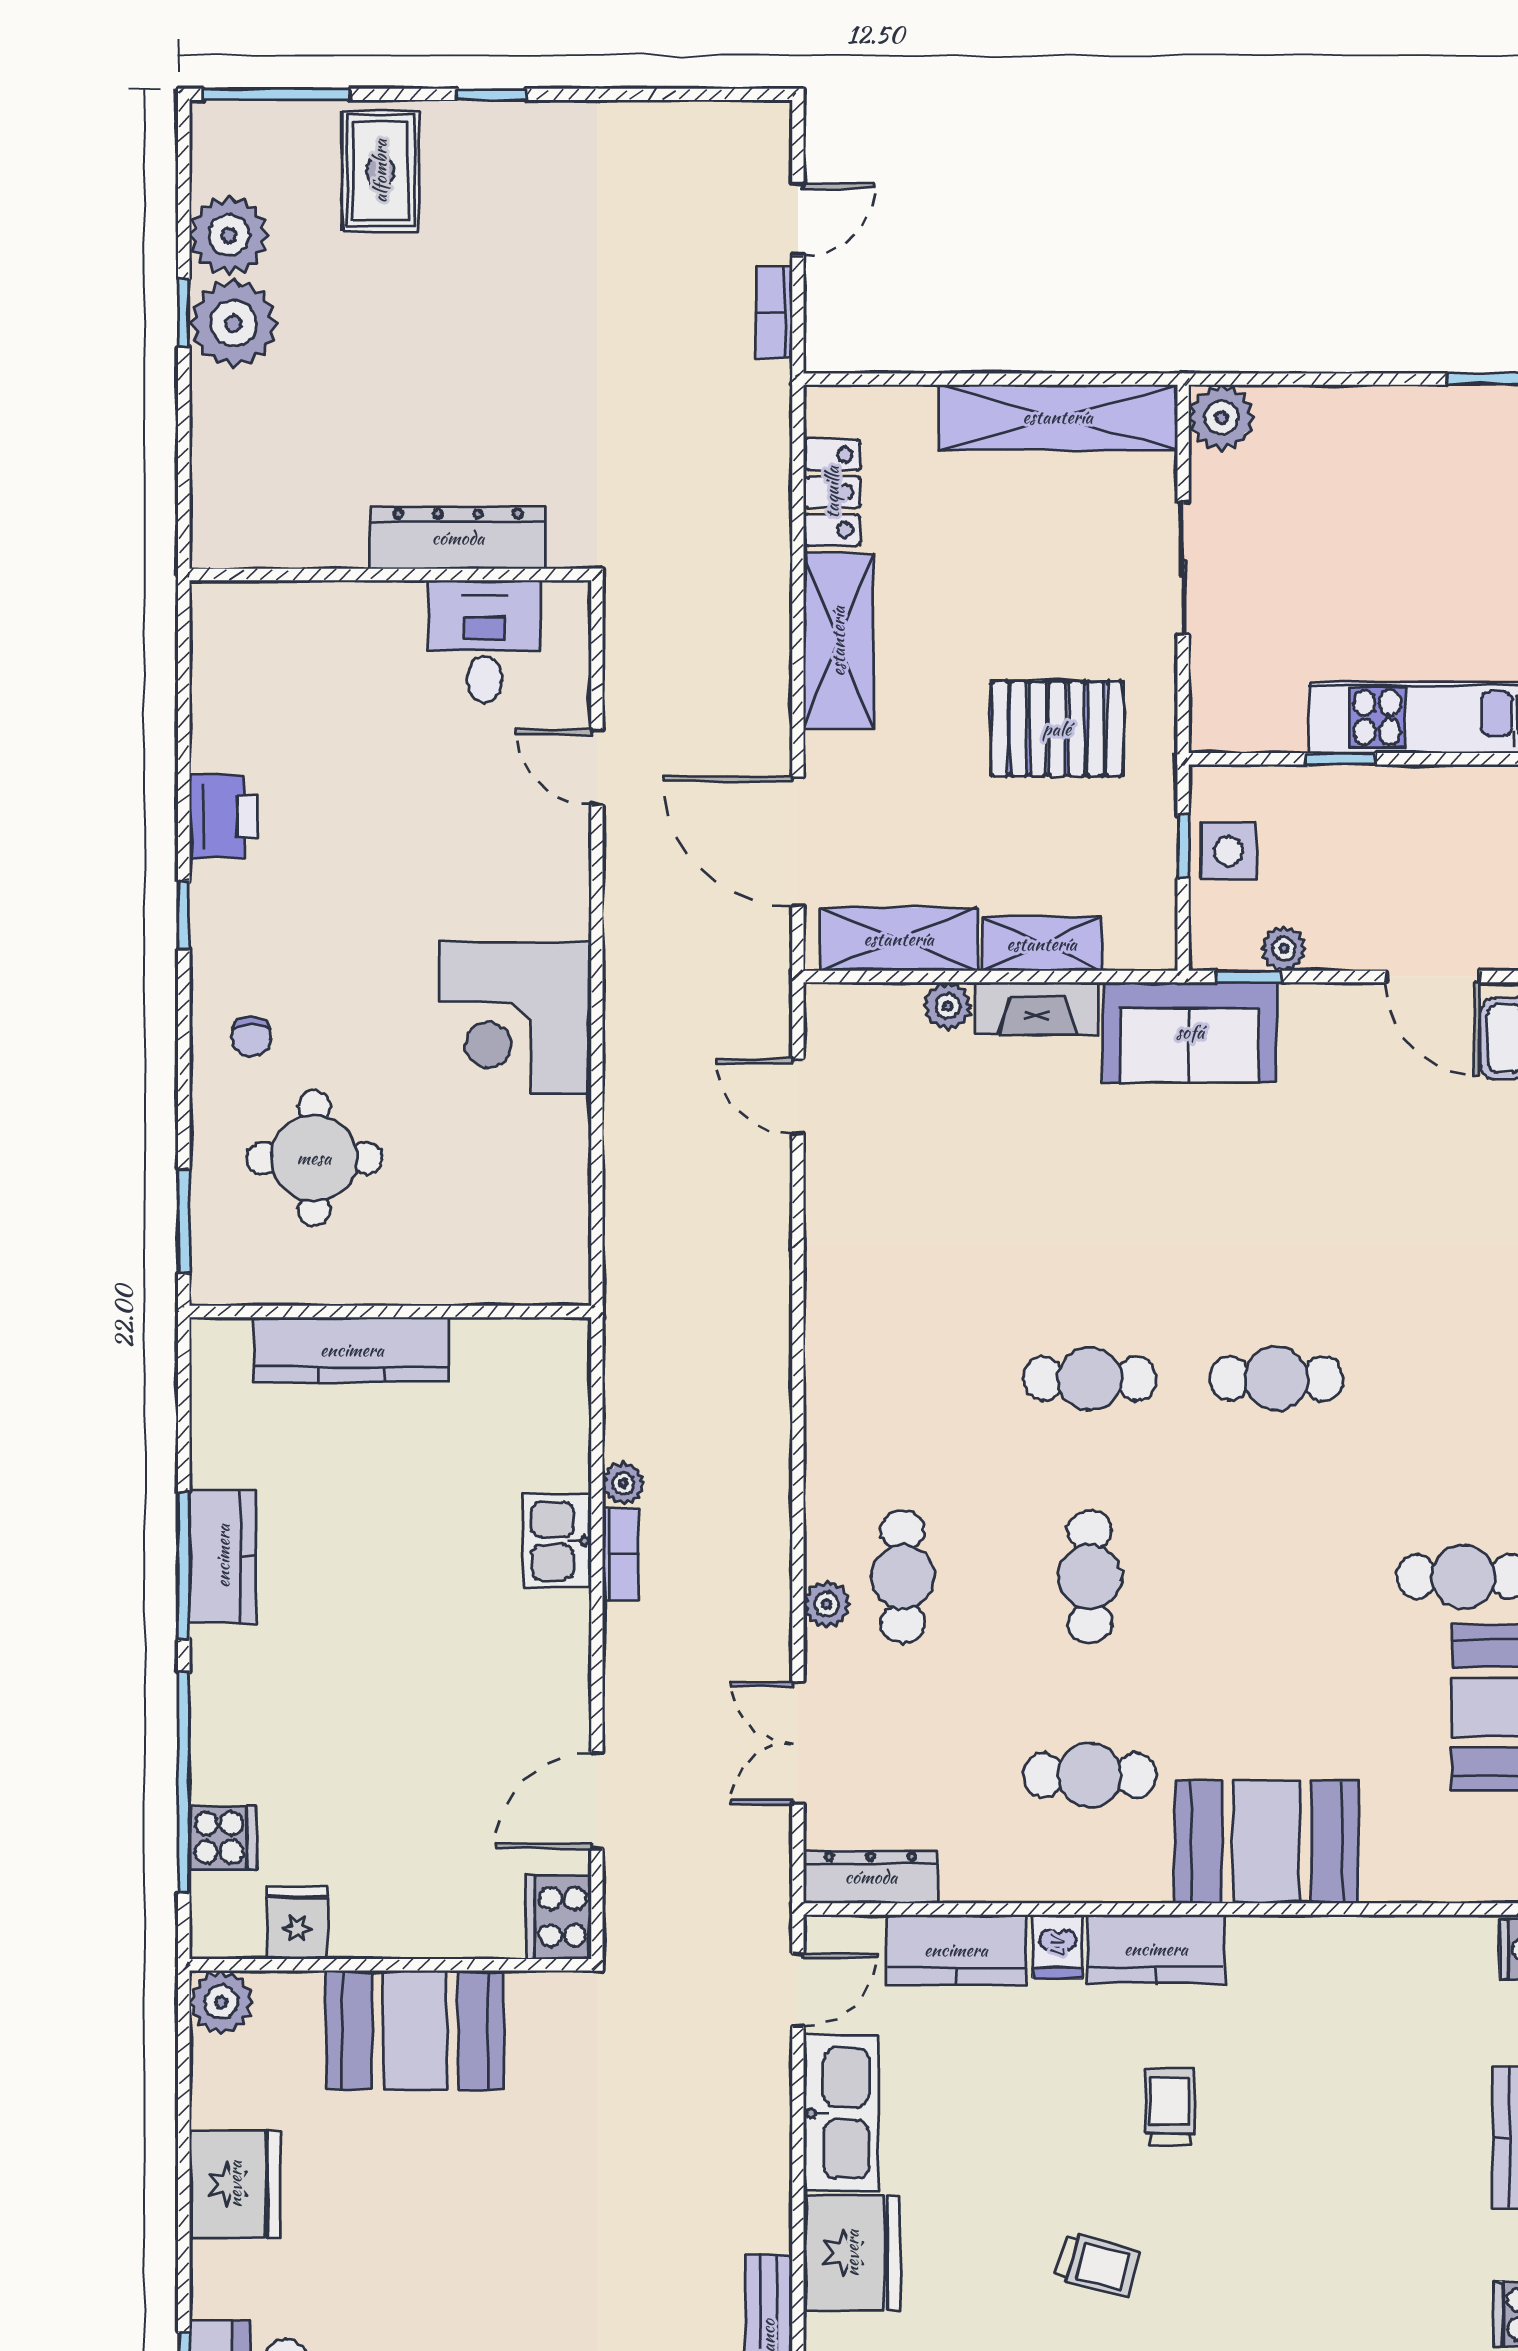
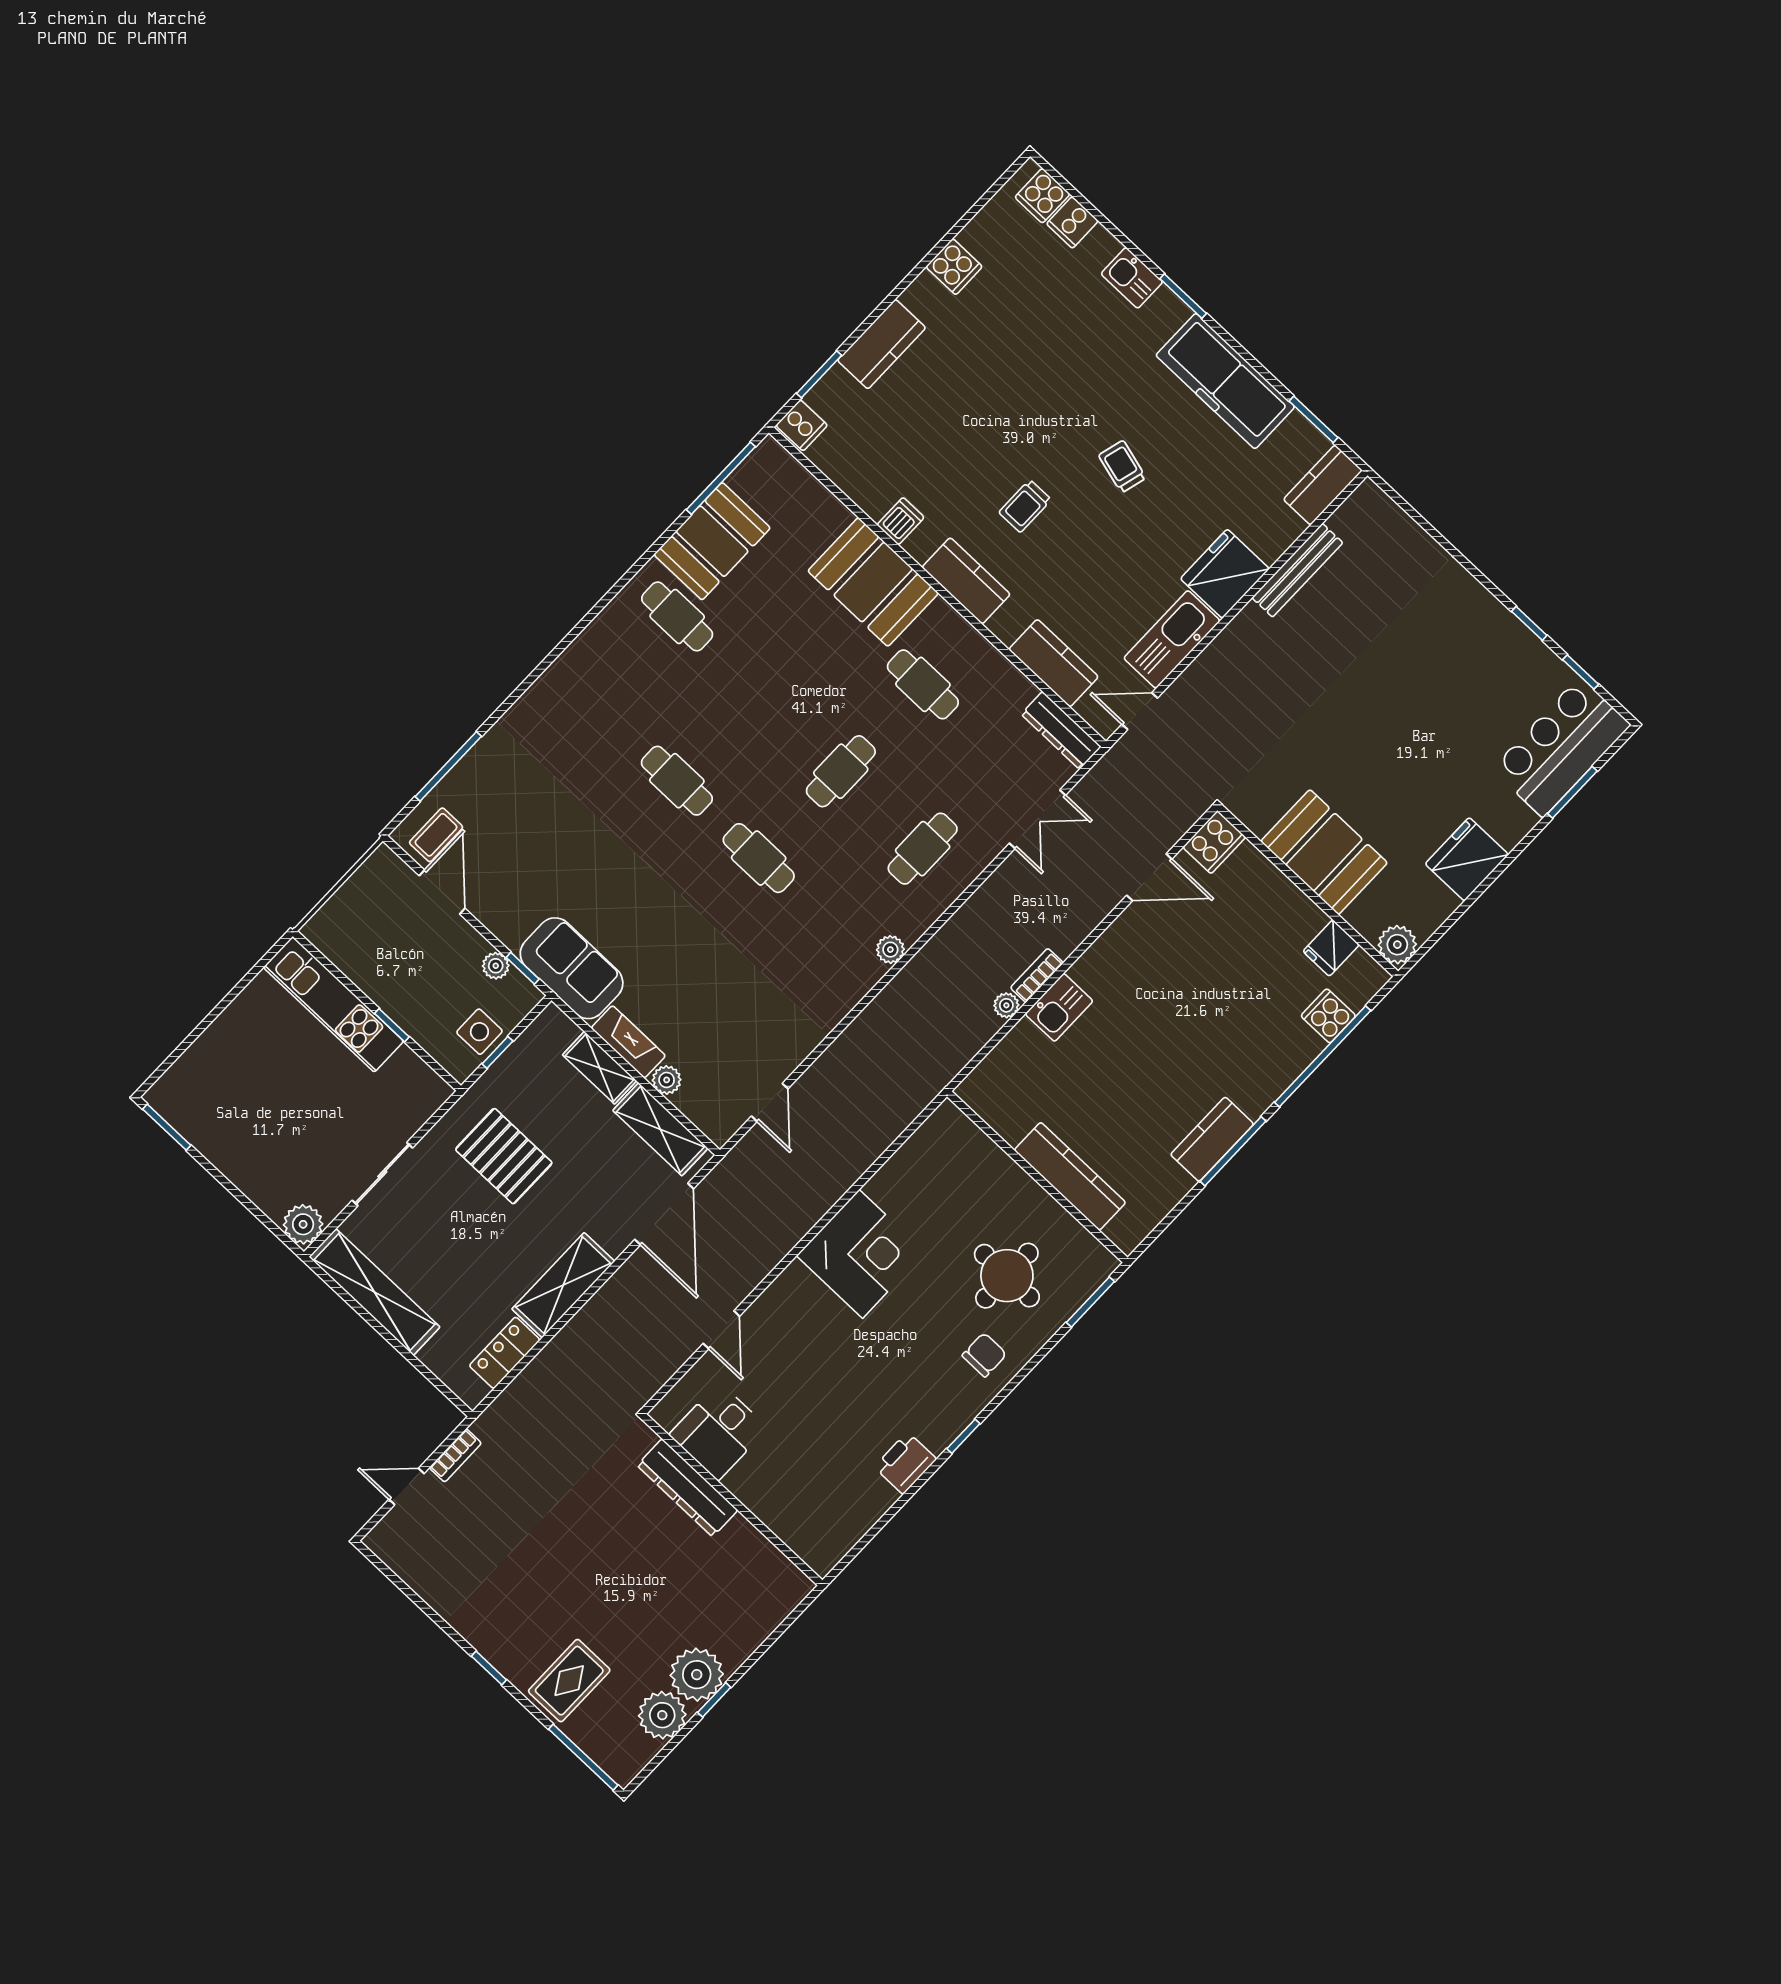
chair: (251, 1037) -> (984, 1355), width x1.37, depth x1.37
plant: (827, 1604) -> (890, 950), moved
dishwasher: (1057, 1947) -> (901, 521), moved

